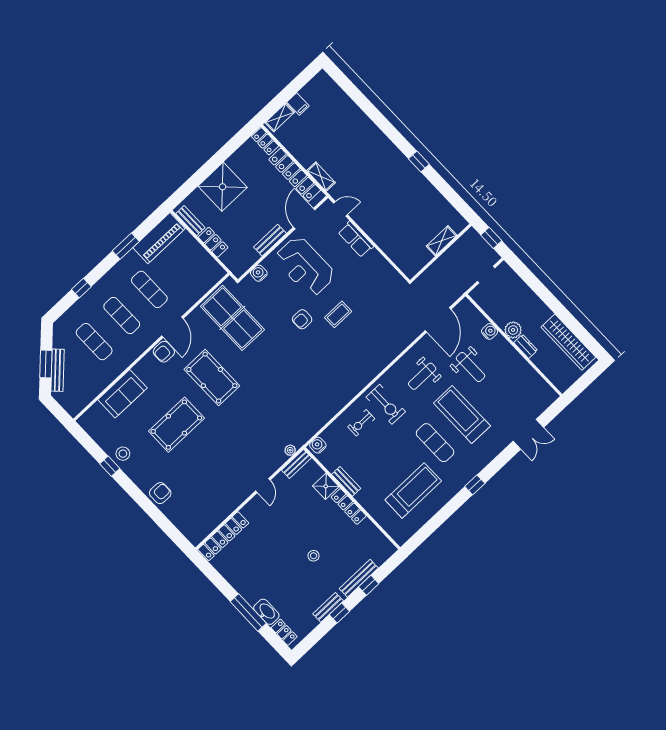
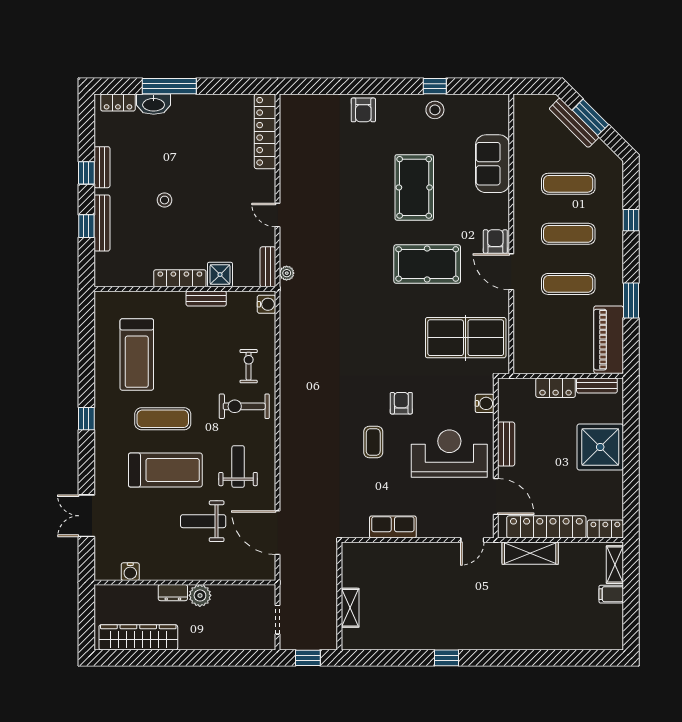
shelving: (321, 177) -> (530, 553), width x1.50, depth x1.33
row of seats: (356, 239) -> (393, 527), moved
water cooler: (490, 331) -> (130, 572), moved

